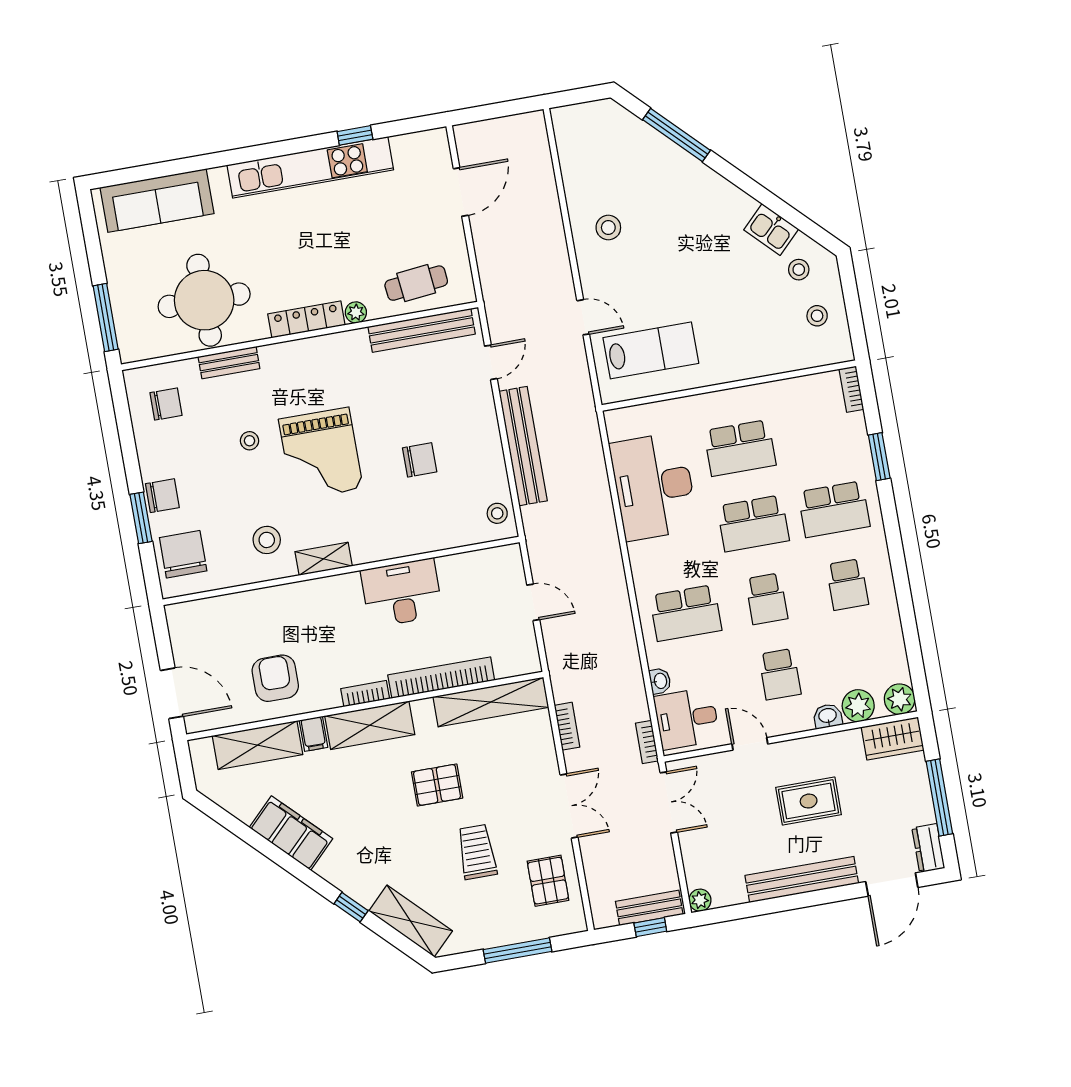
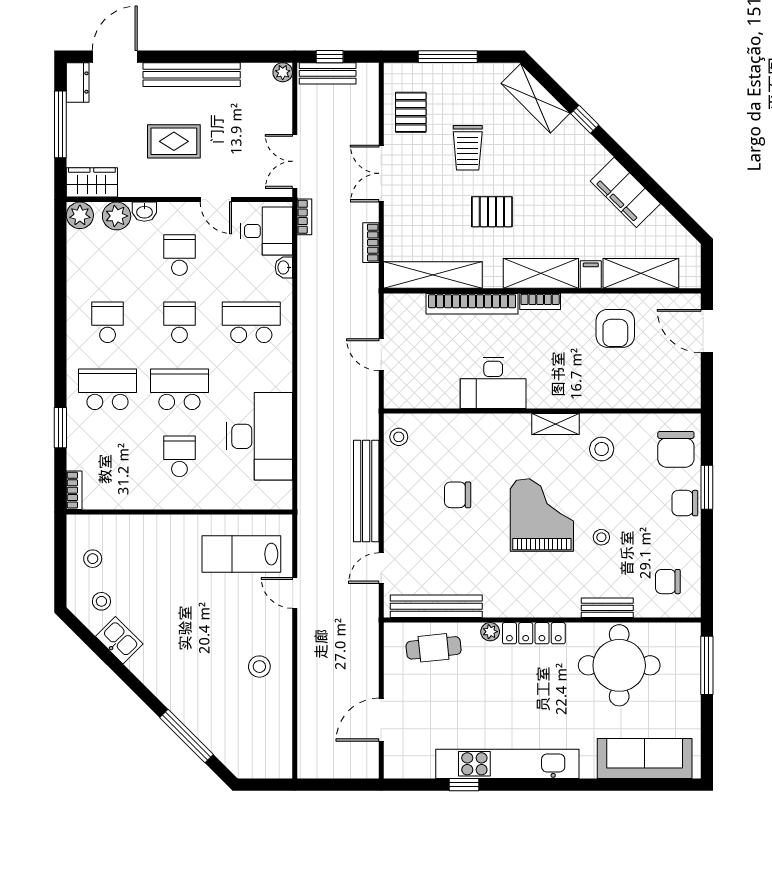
school desk: (740, 448) -> (179, 456), width x0.54

